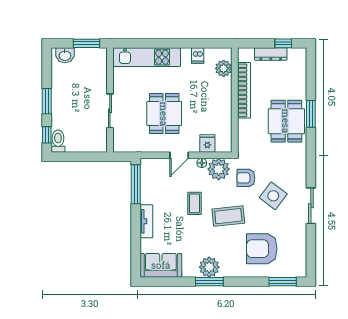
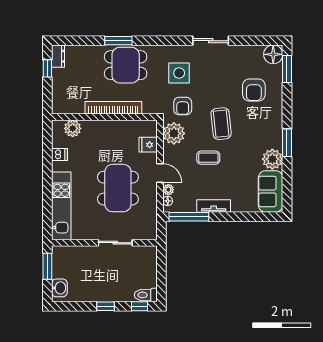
dresser: (271, 54) -> (58, 56), moved, width x0.70
bookcase: (244, 90) -> (113, 108), moved
window: (47, 101) -> (106, 306), width x0.67
dining table: (164, 114) -> (118, 188), width x1.38
floor lamp: (202, 163) -> (168, 201), moved
plant: (163, 164) -> (168, 190), added
side table: (273, 196) -> (179, 73), moved, turned -37
tv unit: (146, 221) -> (214, 206), moved
armchair: (262, 249) -> (254, 90), width x0.73, depth x0.73
plant: (209, 267) -> (272, 159), moved
floor lamp: (297, 268) -> (273, 54), added

